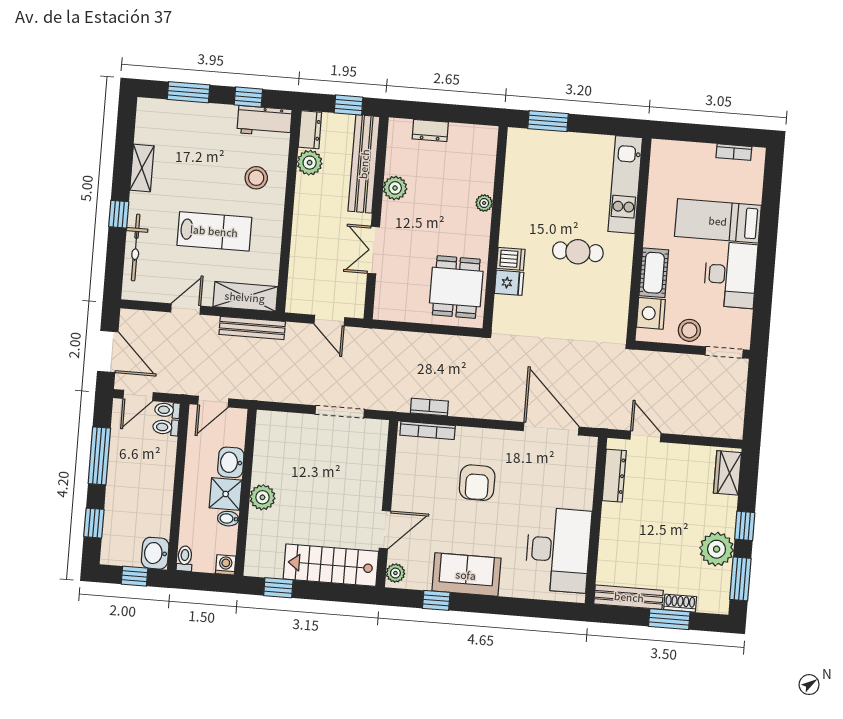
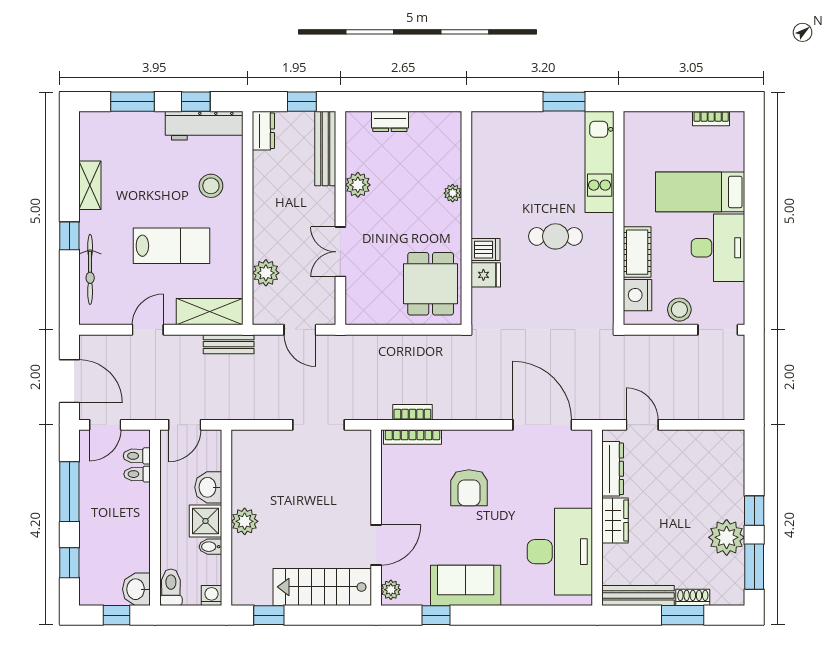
workbench: (264, 121) -> (204, 126), width x1.38
window: (548, 121) -> (564, 102), moved
plant: (310, 163) -> (266, 273), moved
bench: (364, 164) -> (325, 148), width x0.73, depth x0.82
bench: (252, 328) -> (229, 344), width x0.73
toilet: (167, 410) -> (137, 474), moved
wardrobe: (727, 473) -> (615, 521), moved, turned 180
toilet: (185, 559) -> (171, 587), width x1.37, depth x1.39

